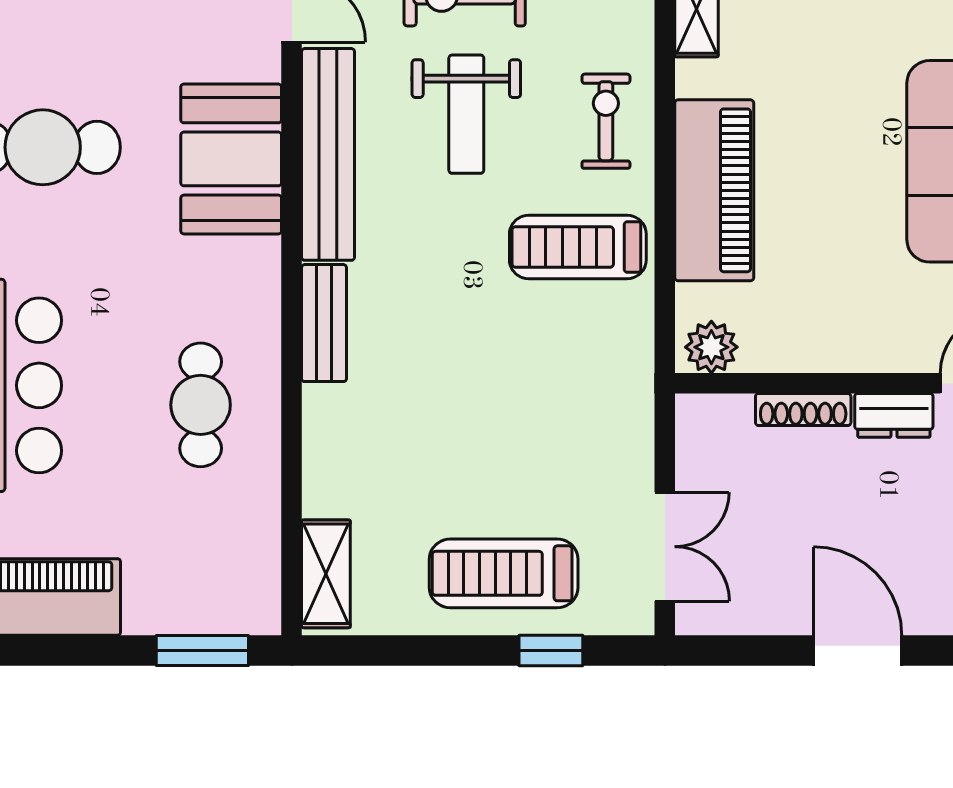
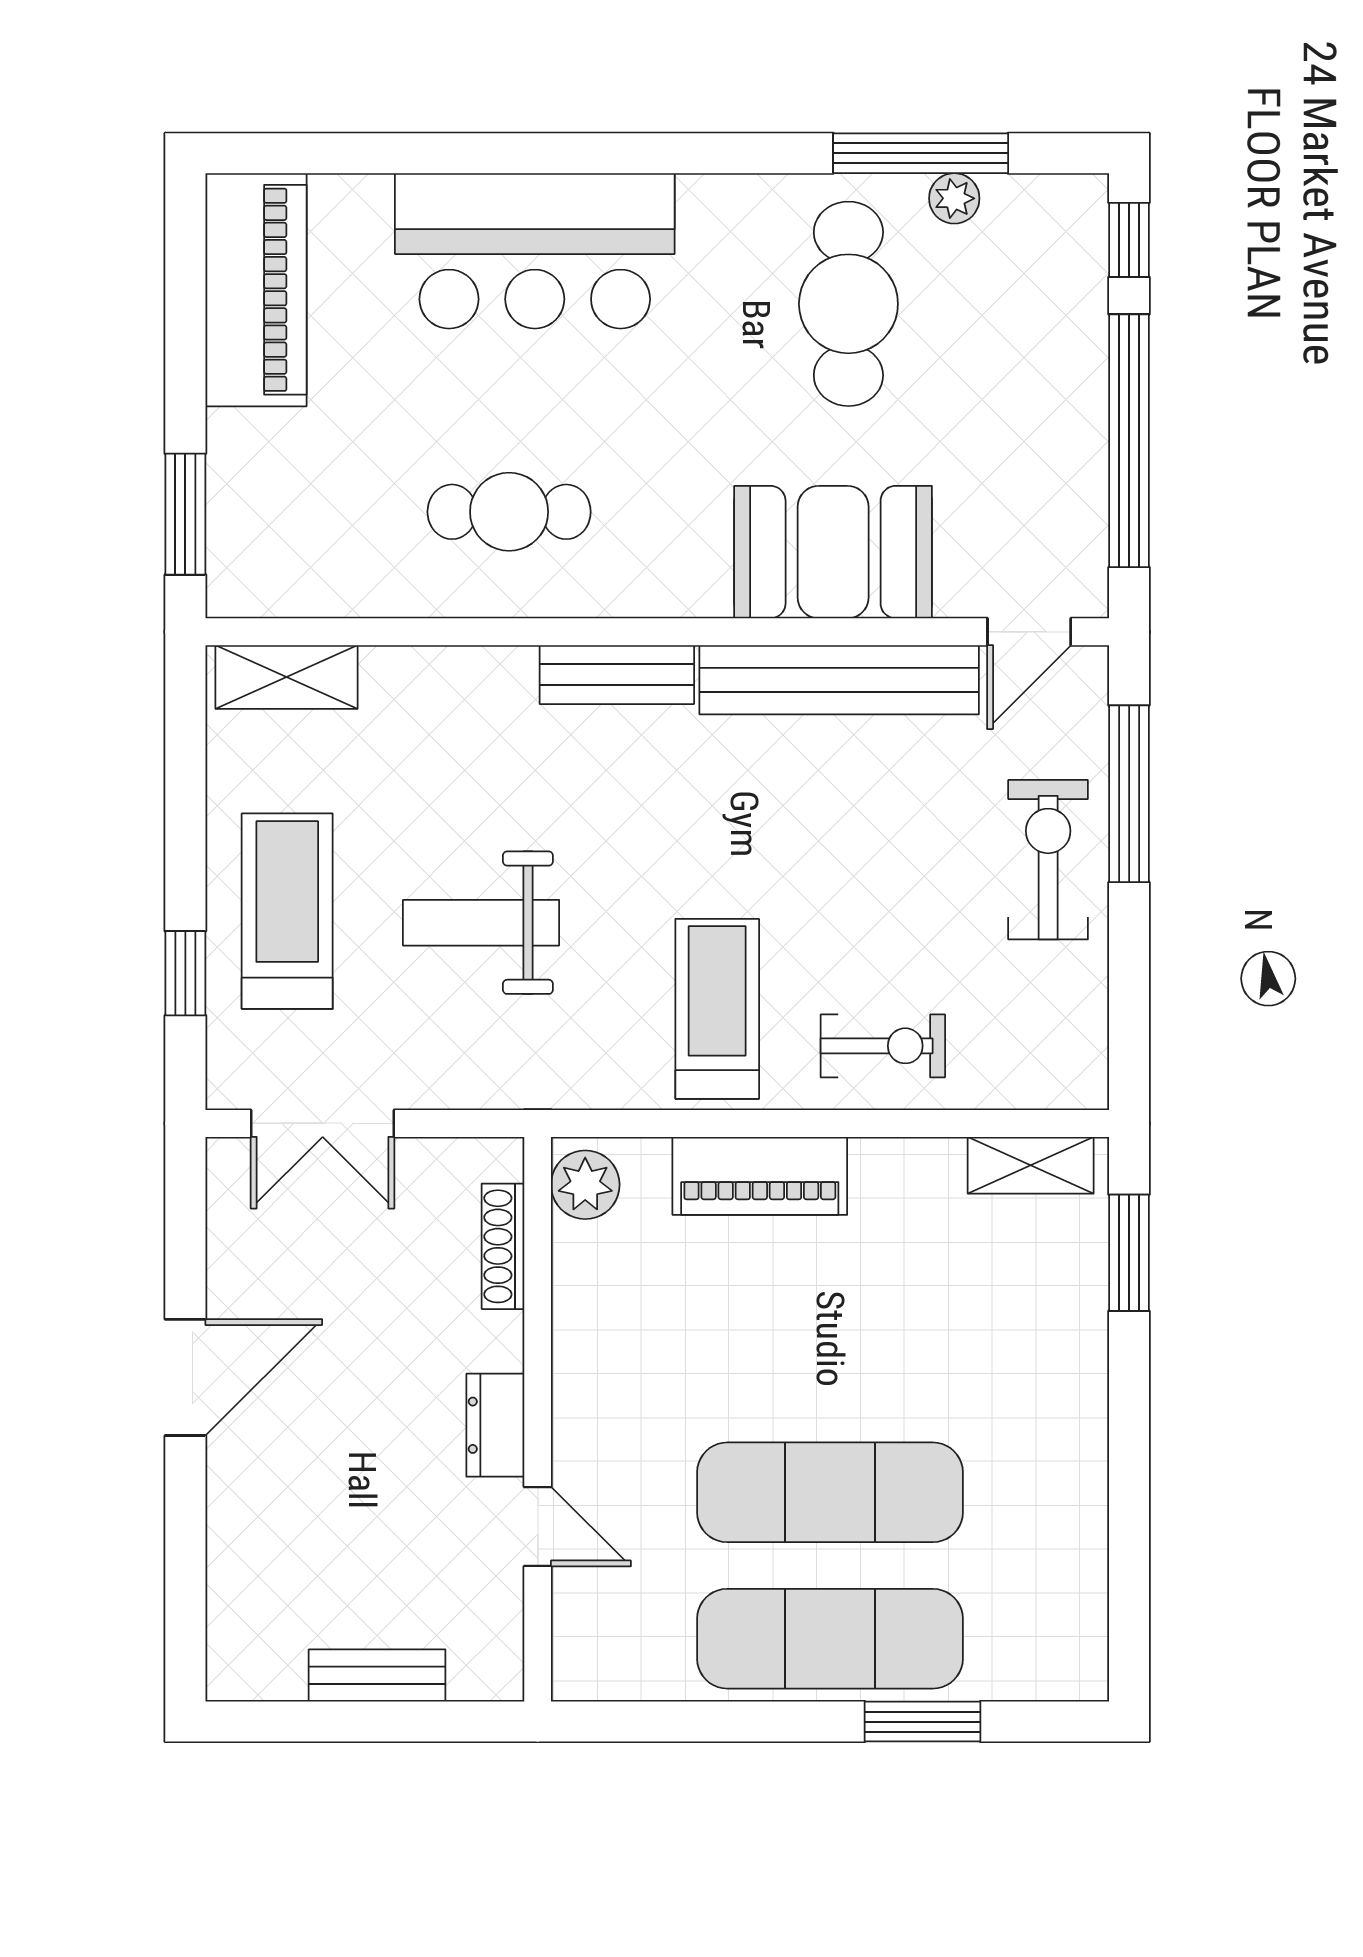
weight bench: (466, 114) -> (481, 923), moved
piano: (714, 190) -> (760, 1176), width x0.73, depth x0.75
shoe rack: (803, 410) -> (503, 1246), moved

